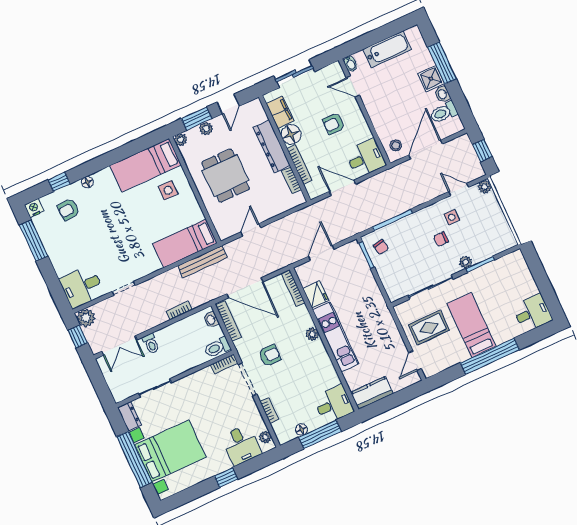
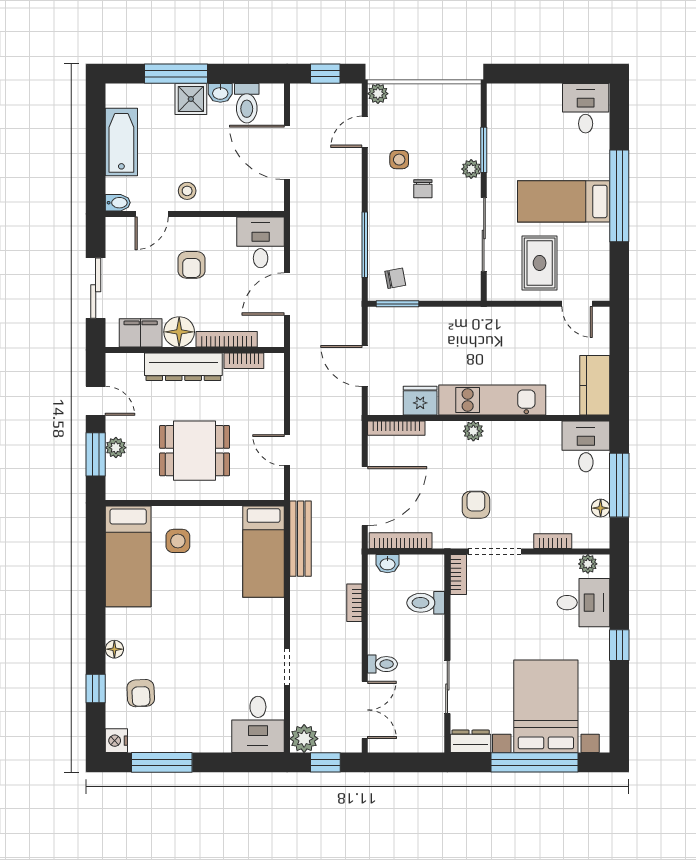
plant: (181, 140) -> (115, 490), removed
stool: (396, 145) -> (187, 191), moved
toilet: (217, 347) -> (426, 603), moved, turned 90

